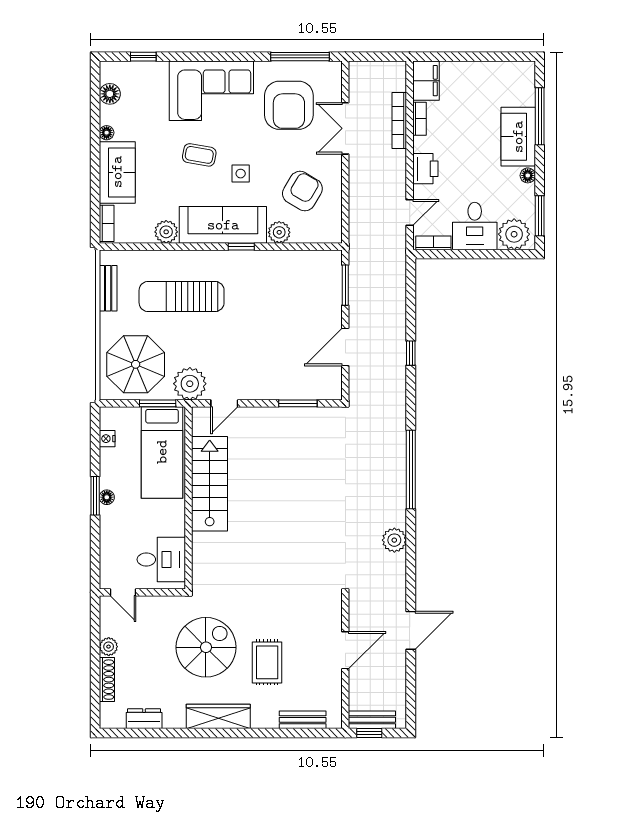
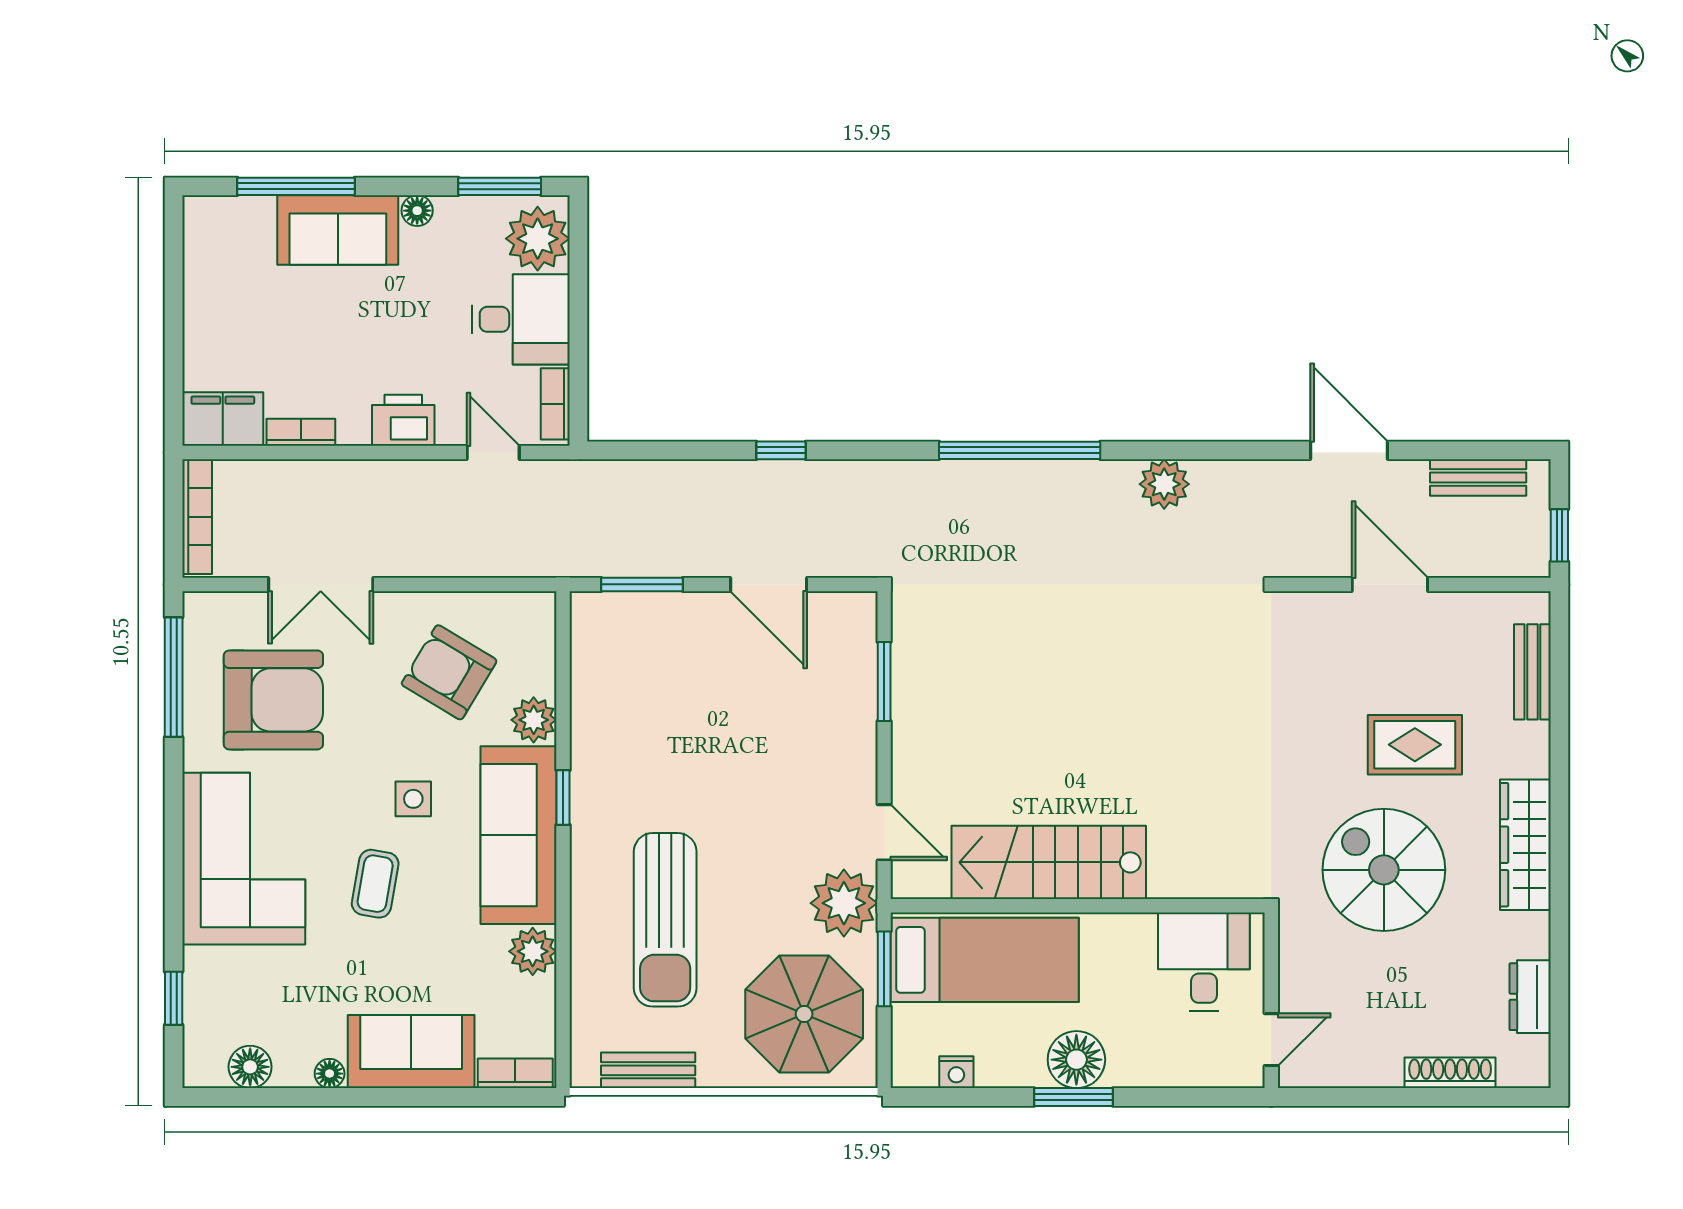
bookcase: (399, 121) -> (197, 517), moved, turned -90
floor lamp: (107, 497) -> (1076, 1060), width x1.89, depth x1.89
plant: (109, 647) -> (1382, 1069), removed
bench: (372, 720) -> (1478, 477), moved, turned 90

